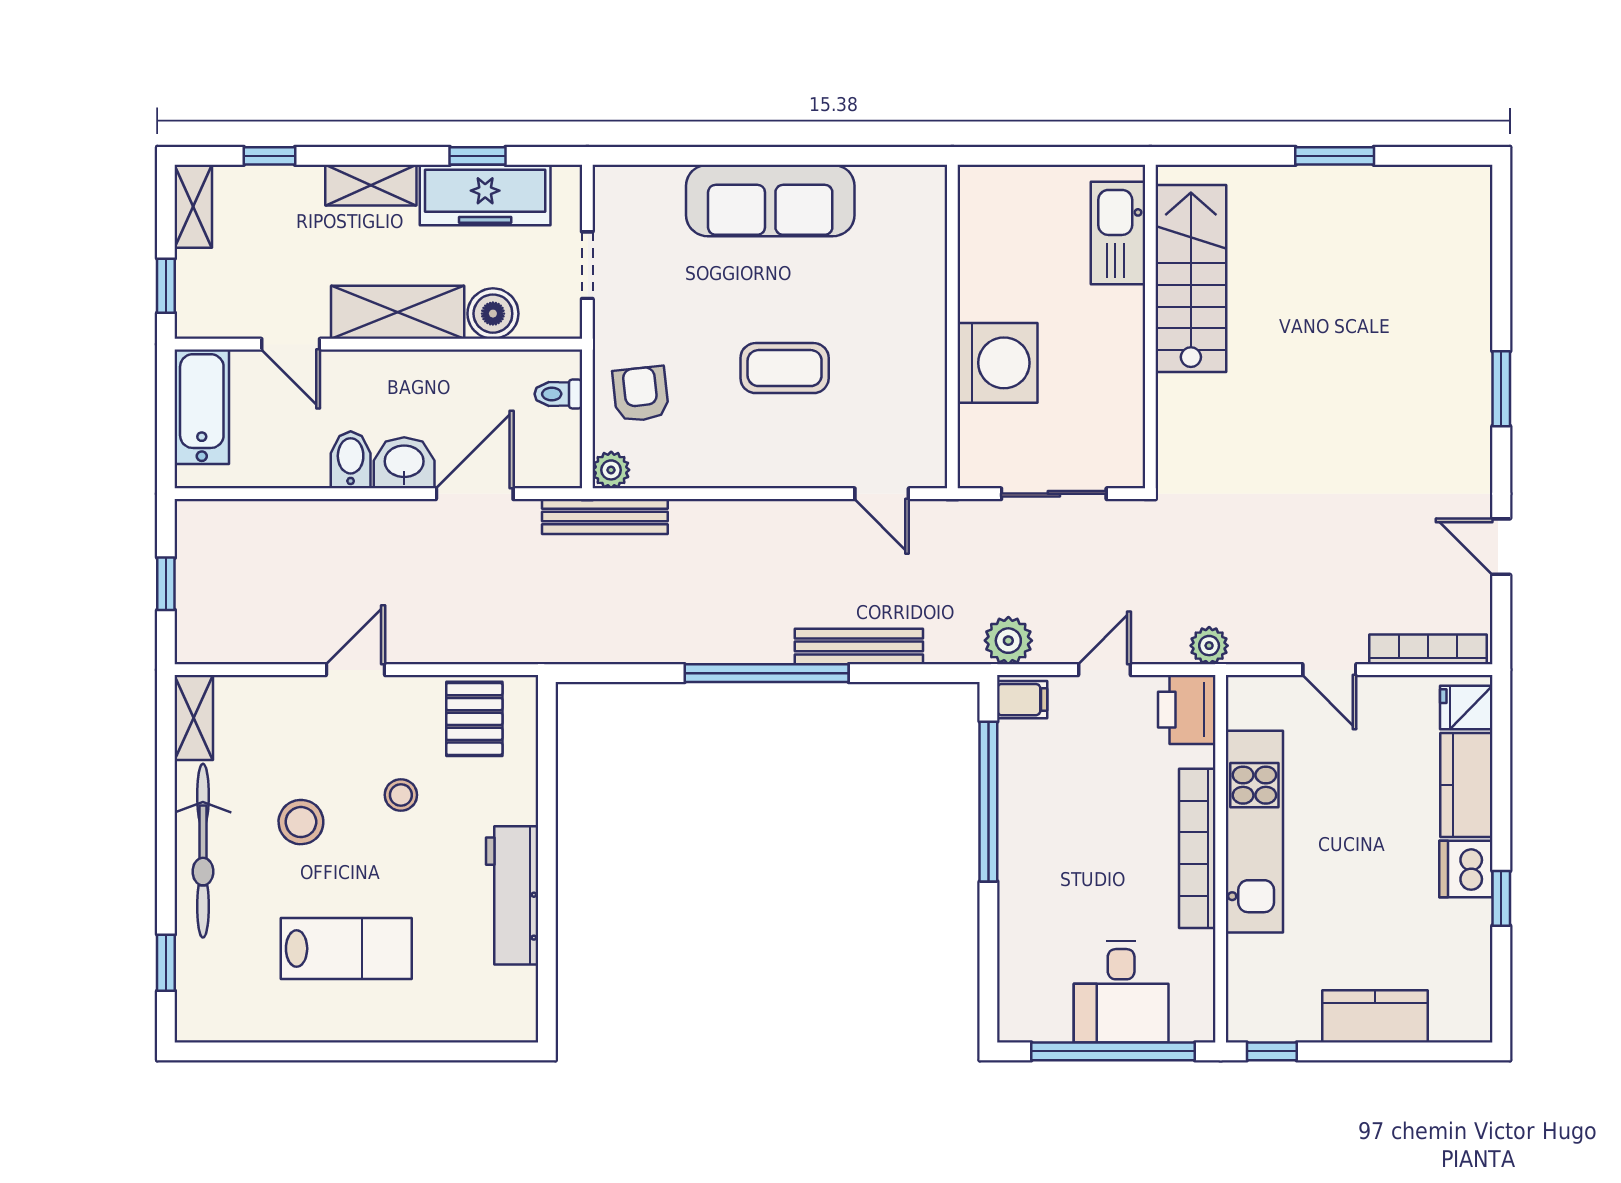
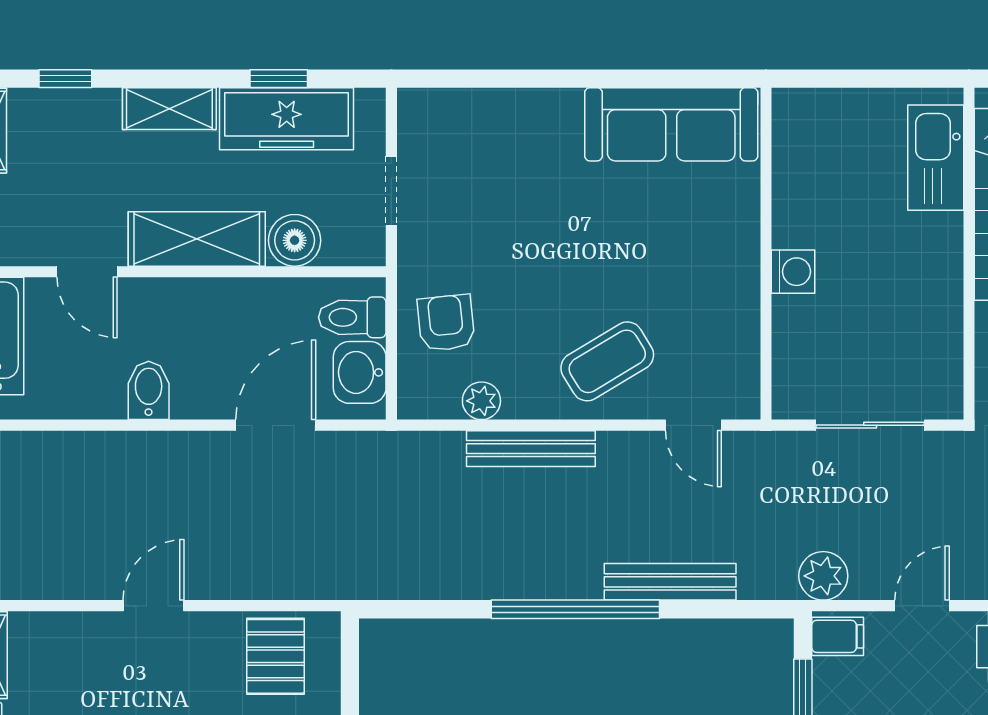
sofa: (770, 200) -> (671, 124), moved
washing machine: (998, 363) -> (793, 272), width x0.53, depth x0.53
coffee table: (785, 368) -> (607, 361), moved, turned -31
toilet: (558, 394) -> (352, 317), width x1.37, depth x1.39
washbasin: (404, 463) -> (360, 372), moved, turned -90
plant: (611, 470) -> (481, 401), moved
bench: (605, 517) -> (531, 449), moved

